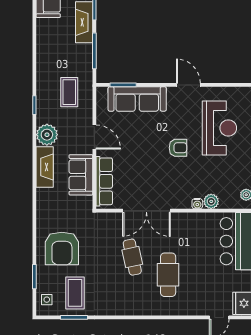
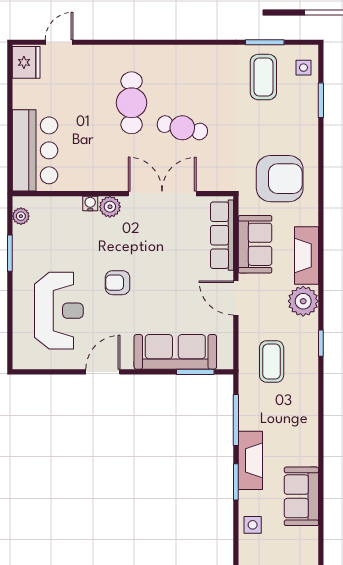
door: (188, 85) -> (103, 372), swing flipped
reception desk: (219, 128) -> (59, 311), turned 180
plant: (211, 201) -> (110, 207), moved
armchair: (62, 248) -> (280, 179), moved, turned 90
cafe table: (132, 257) -> (182, 128), turned -66

